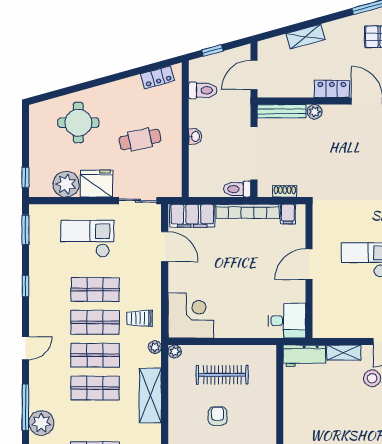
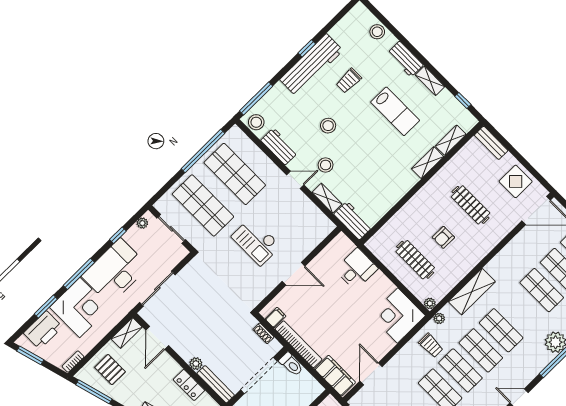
locker: (332, 89) -> (189, 385), moved
desk: (287, 321) -> (356, 269), moved, turned 90

